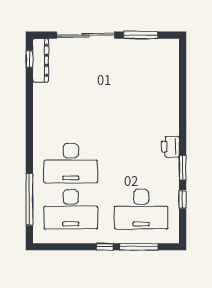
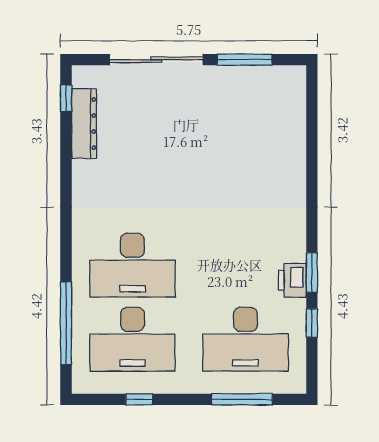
dresser: (41, 60) -> (84, 124), moved
printer: (170, 147) -> (292, 280), moved
window: (105, 247) -> (139, 399), moved

